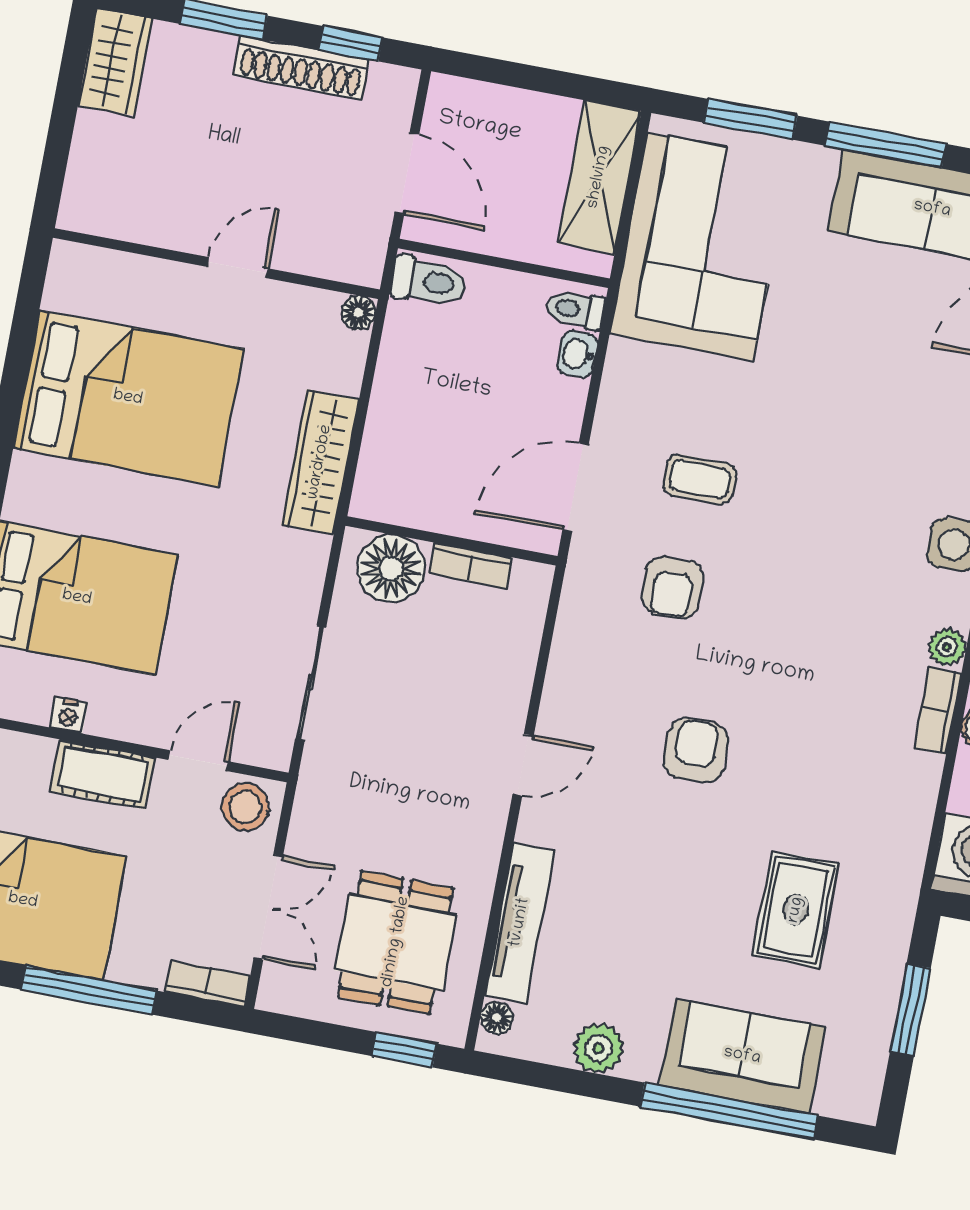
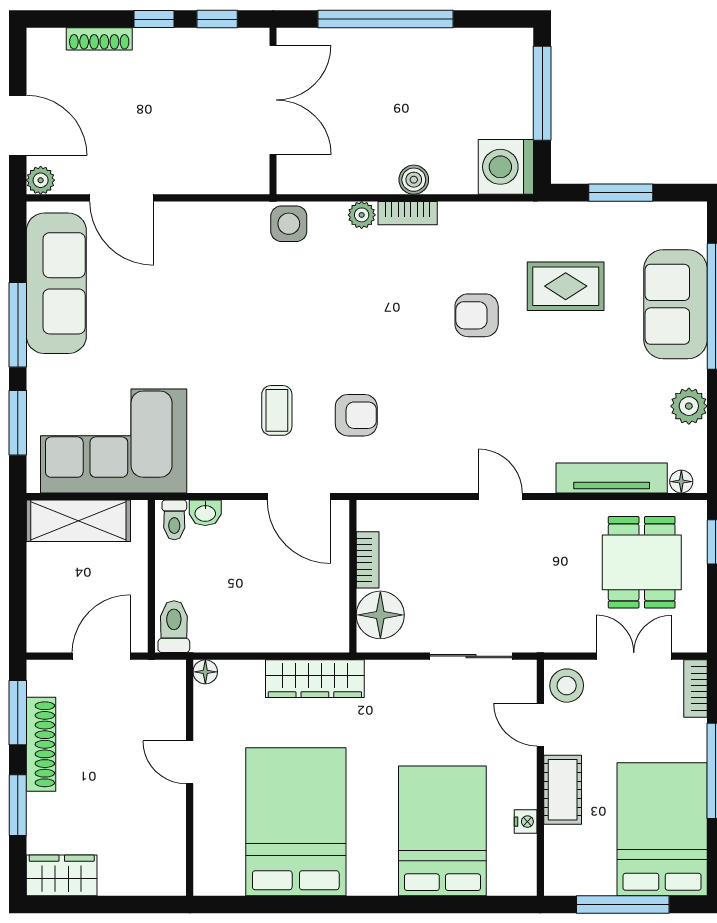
window: (351, 44) -> (18, 713), width x1.50
armchair: (696, 750) -> (477, 315), moved
dining table: (396, 942) -> (642, 562), turned 90

